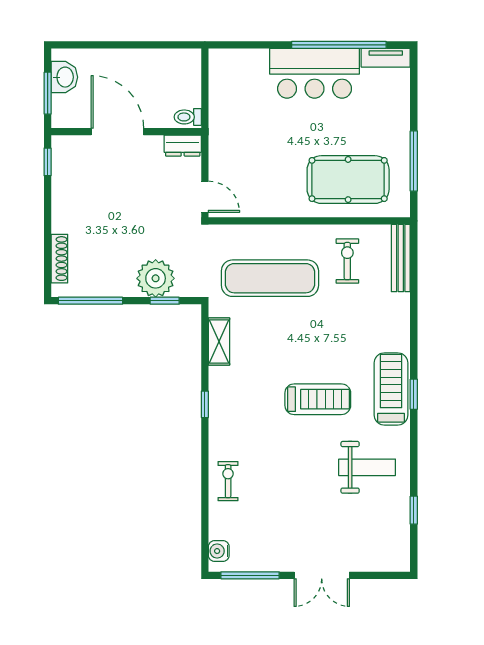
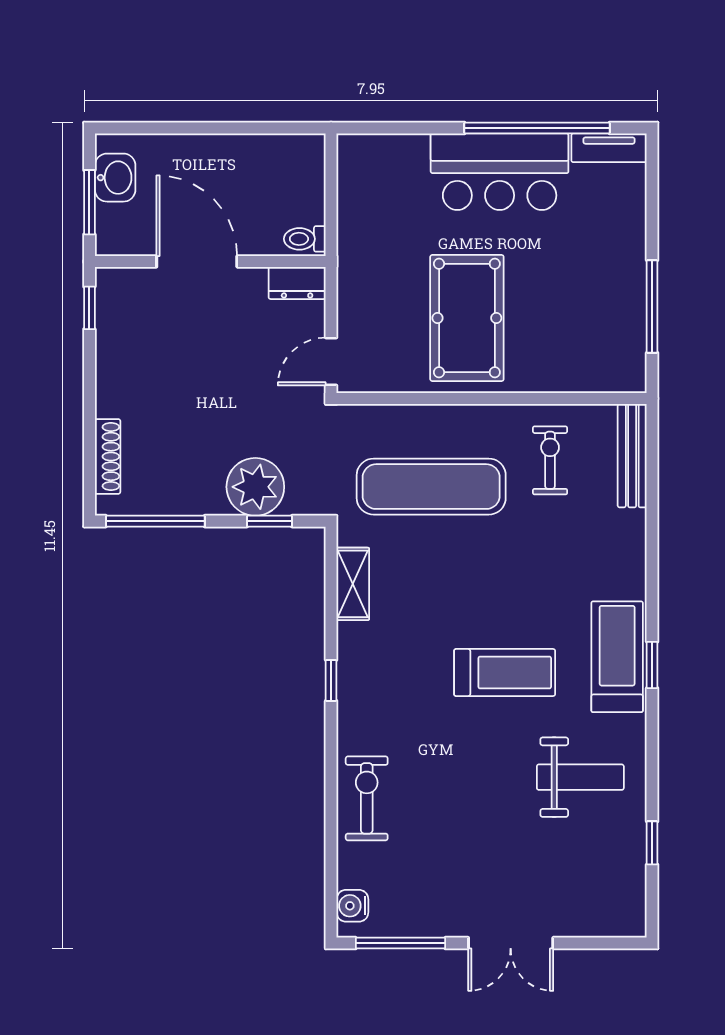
pool table: (348, 180) -> (467, 318), moved, turned 90
door: (205, 197) -> (331, 362), swing flipped
exercise bike: (228, 481) -> (367, 798), width x1.38, depth x1.39

